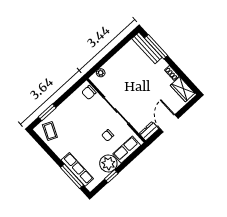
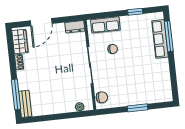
bench: (147, 48) -> (25, 104), width x0.73
window: (47, 112) -> (137, 108), moved
door: (169, 123) -> (41, 22), moved
coffee table: (50, 131) -> (159, 89), removed
plant: (108, 163) -> (130, 24), removed

